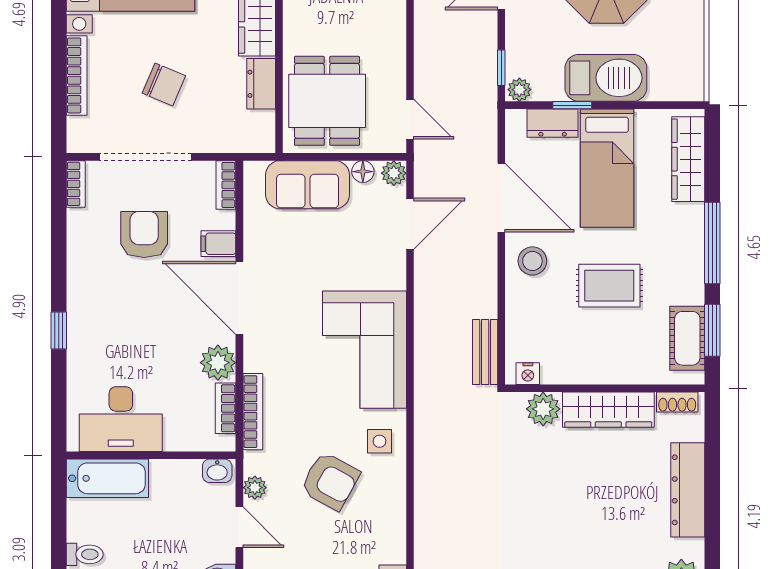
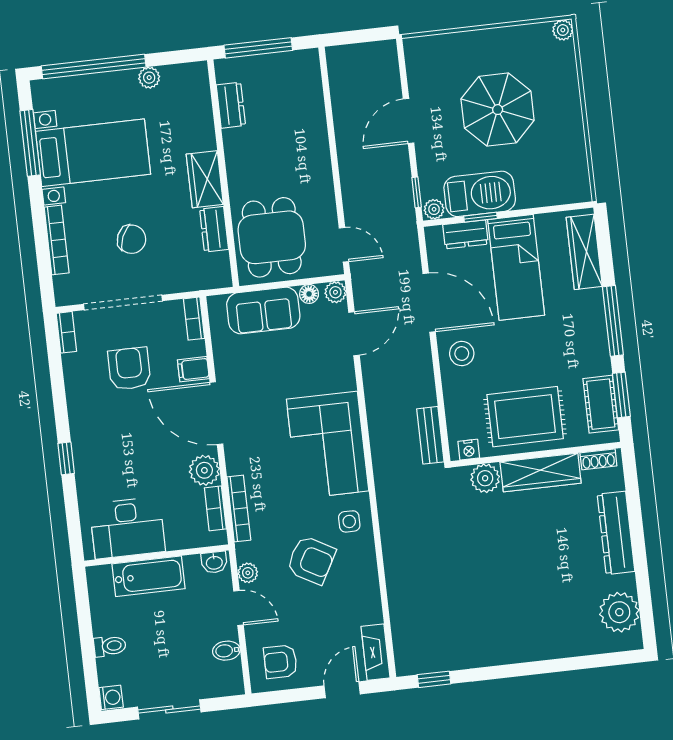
barbecue: (606, 78) -> (480, 194), moved
rug: (609, 286) -> (525, 417), moved, width x1.36, depth x1.43
bathtub: (107, 478) -> (149, 576), moved

